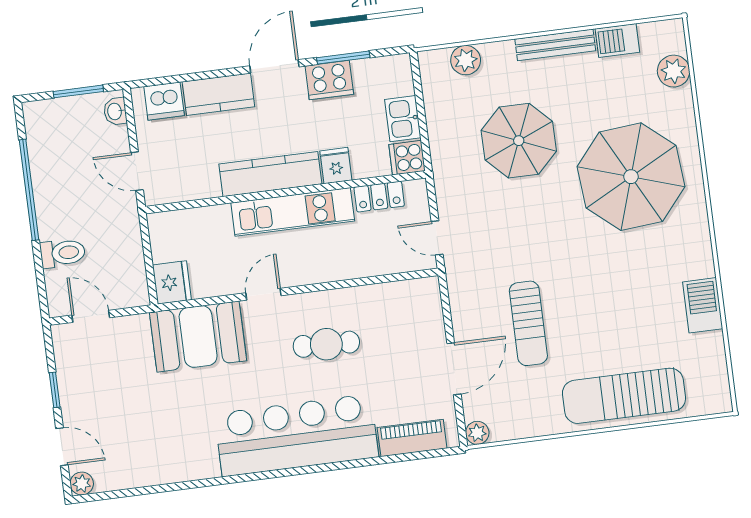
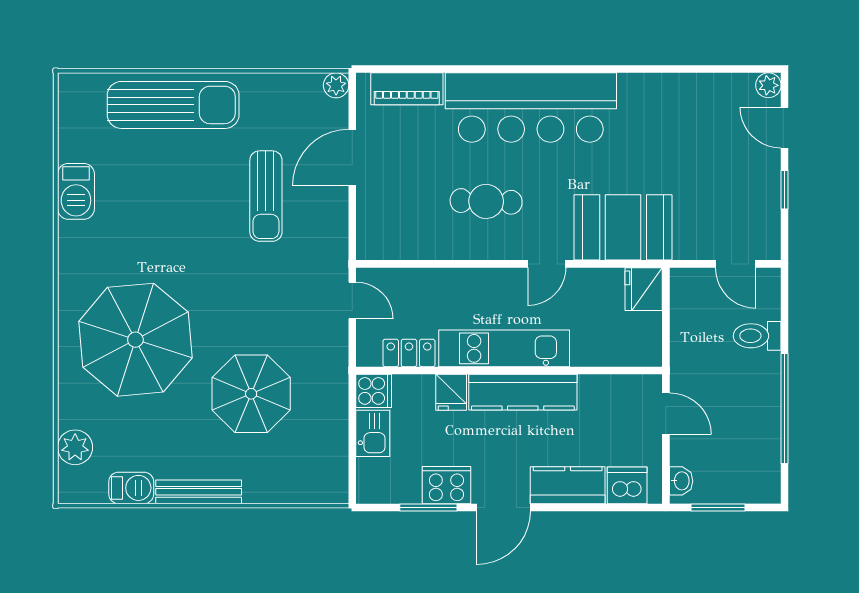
plant: (466, 60) -> (297, 488), removed
sun lounger: (528, 323) -> (266, 196), turned 180

